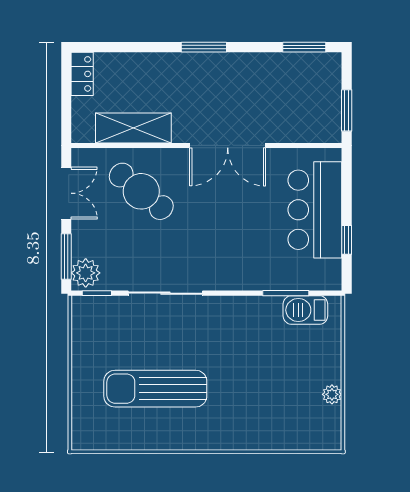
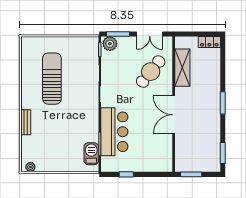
bar counter: (315, 210) -> (114, 132), moved, turned 90
plant: (332, 394) -> (30, 167), moved
bench: (243, 441) -> (26, 122), added

